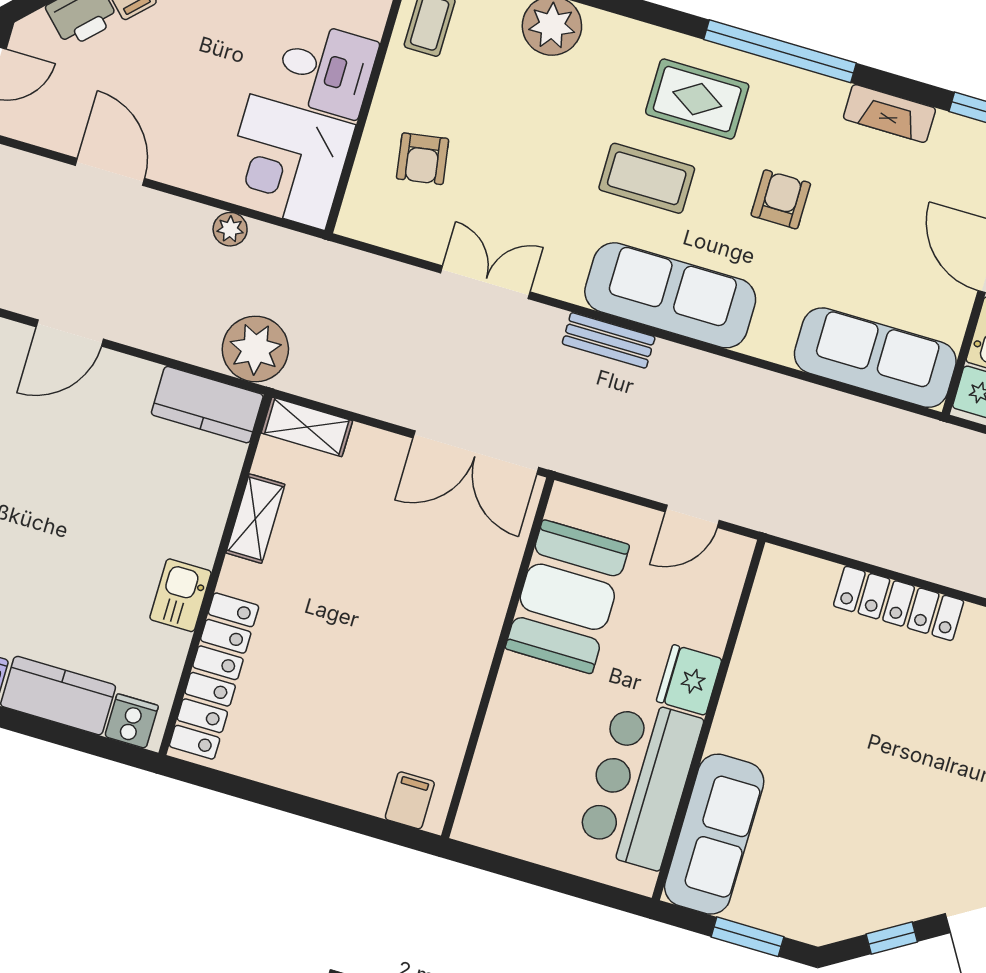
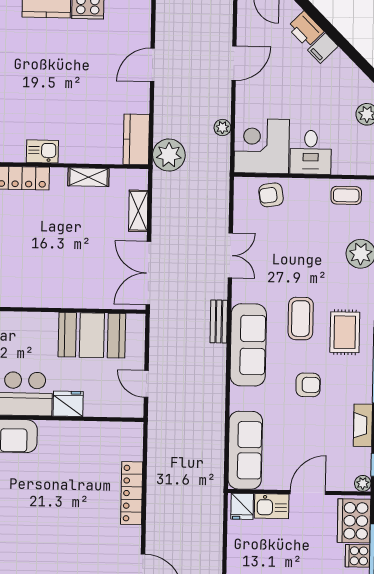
armchair: (423, 159) -> (271, 195), moved
door: (70, 333) -> (152, 65), hinge flipped
shelving: (307, 427) -> (138, 211), moved

